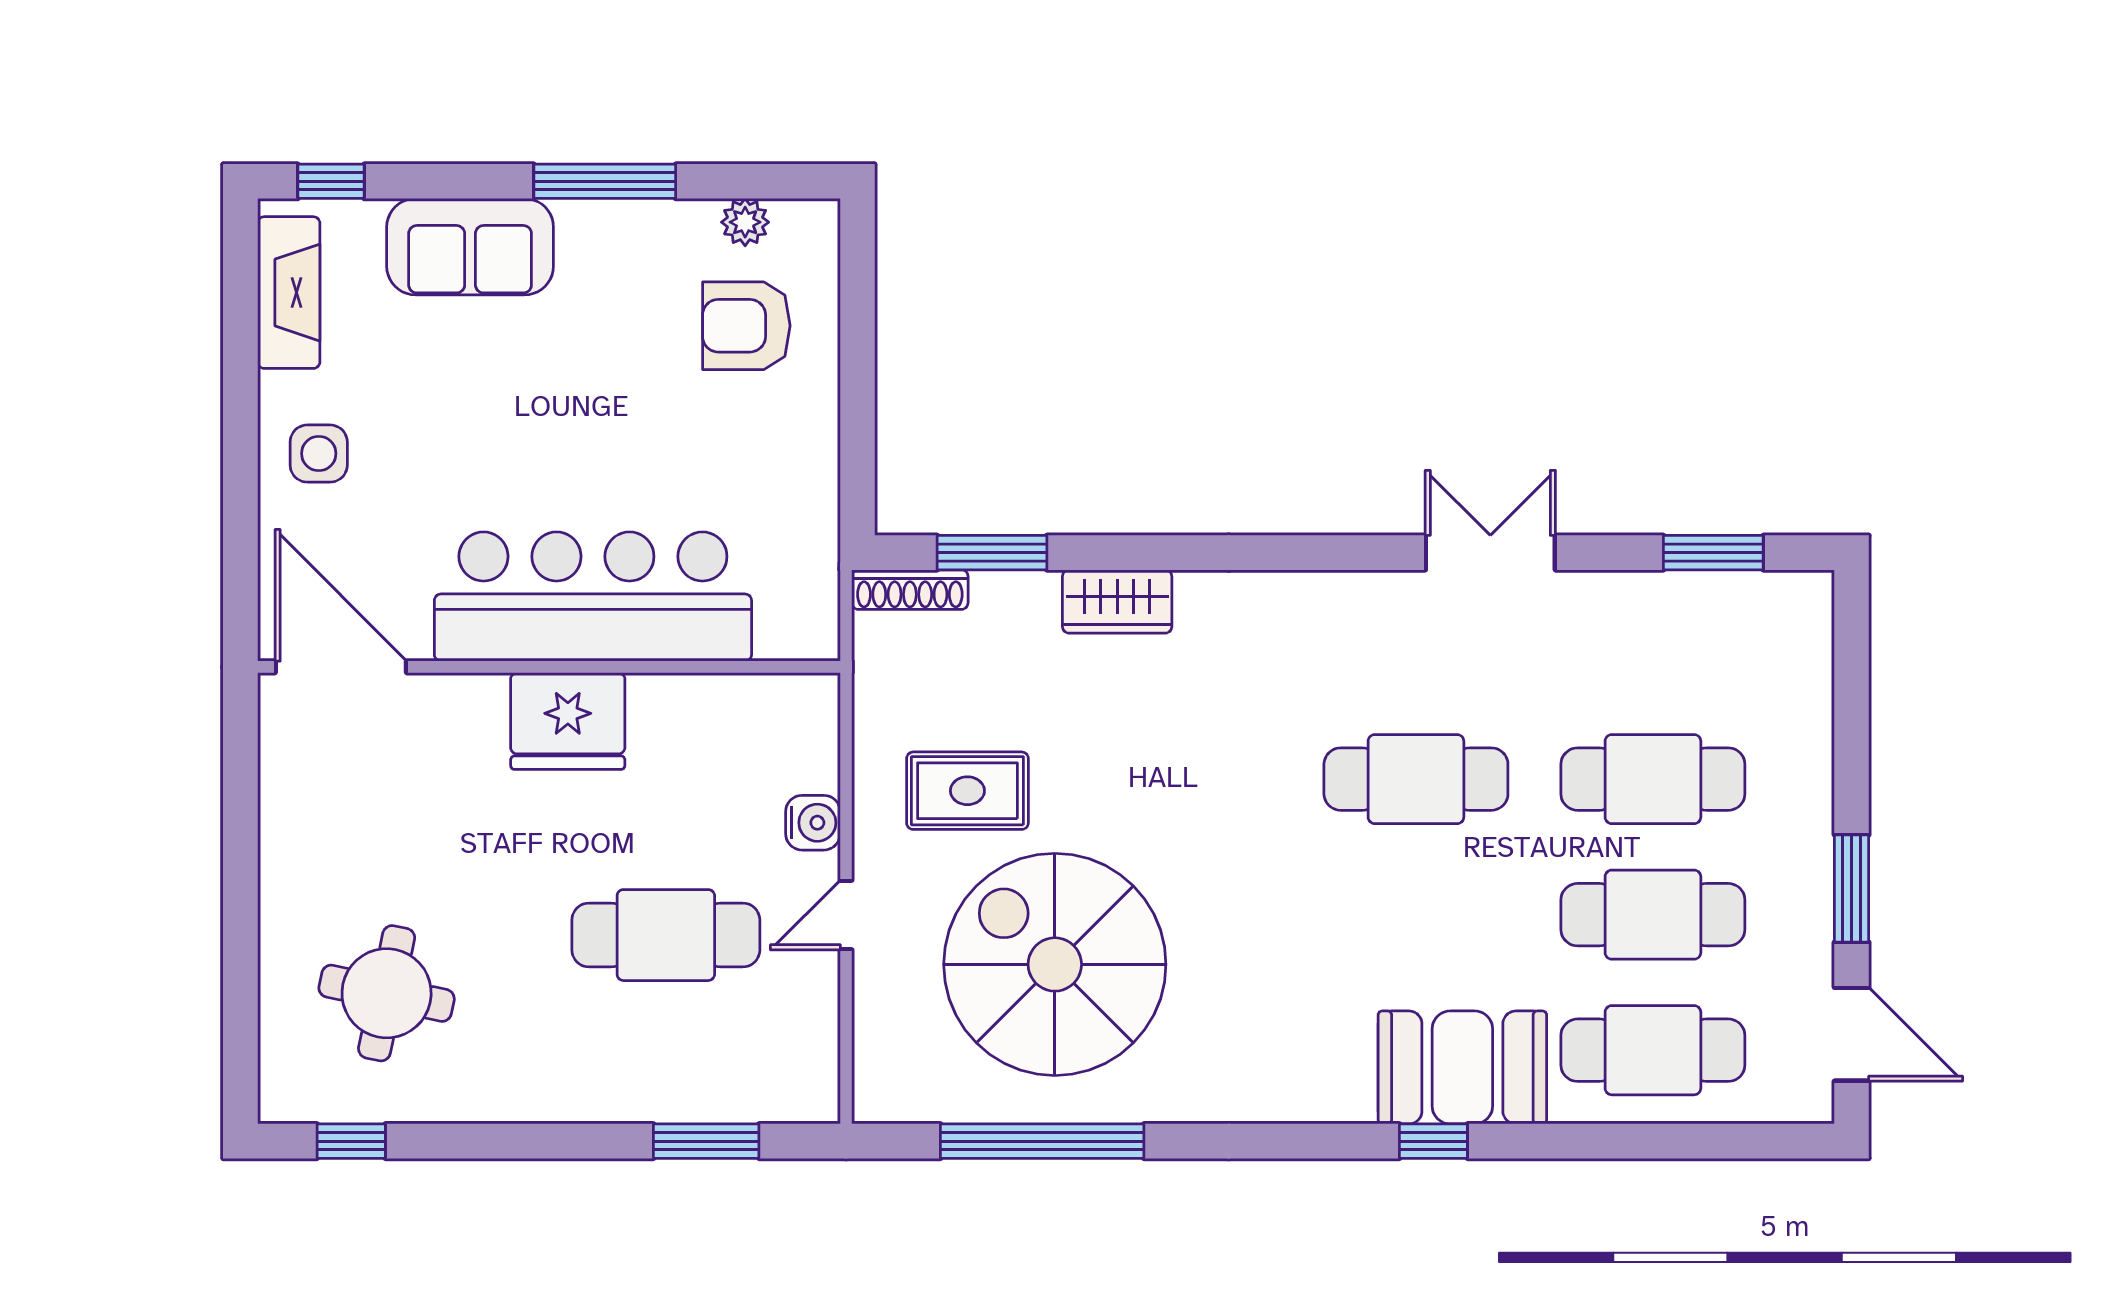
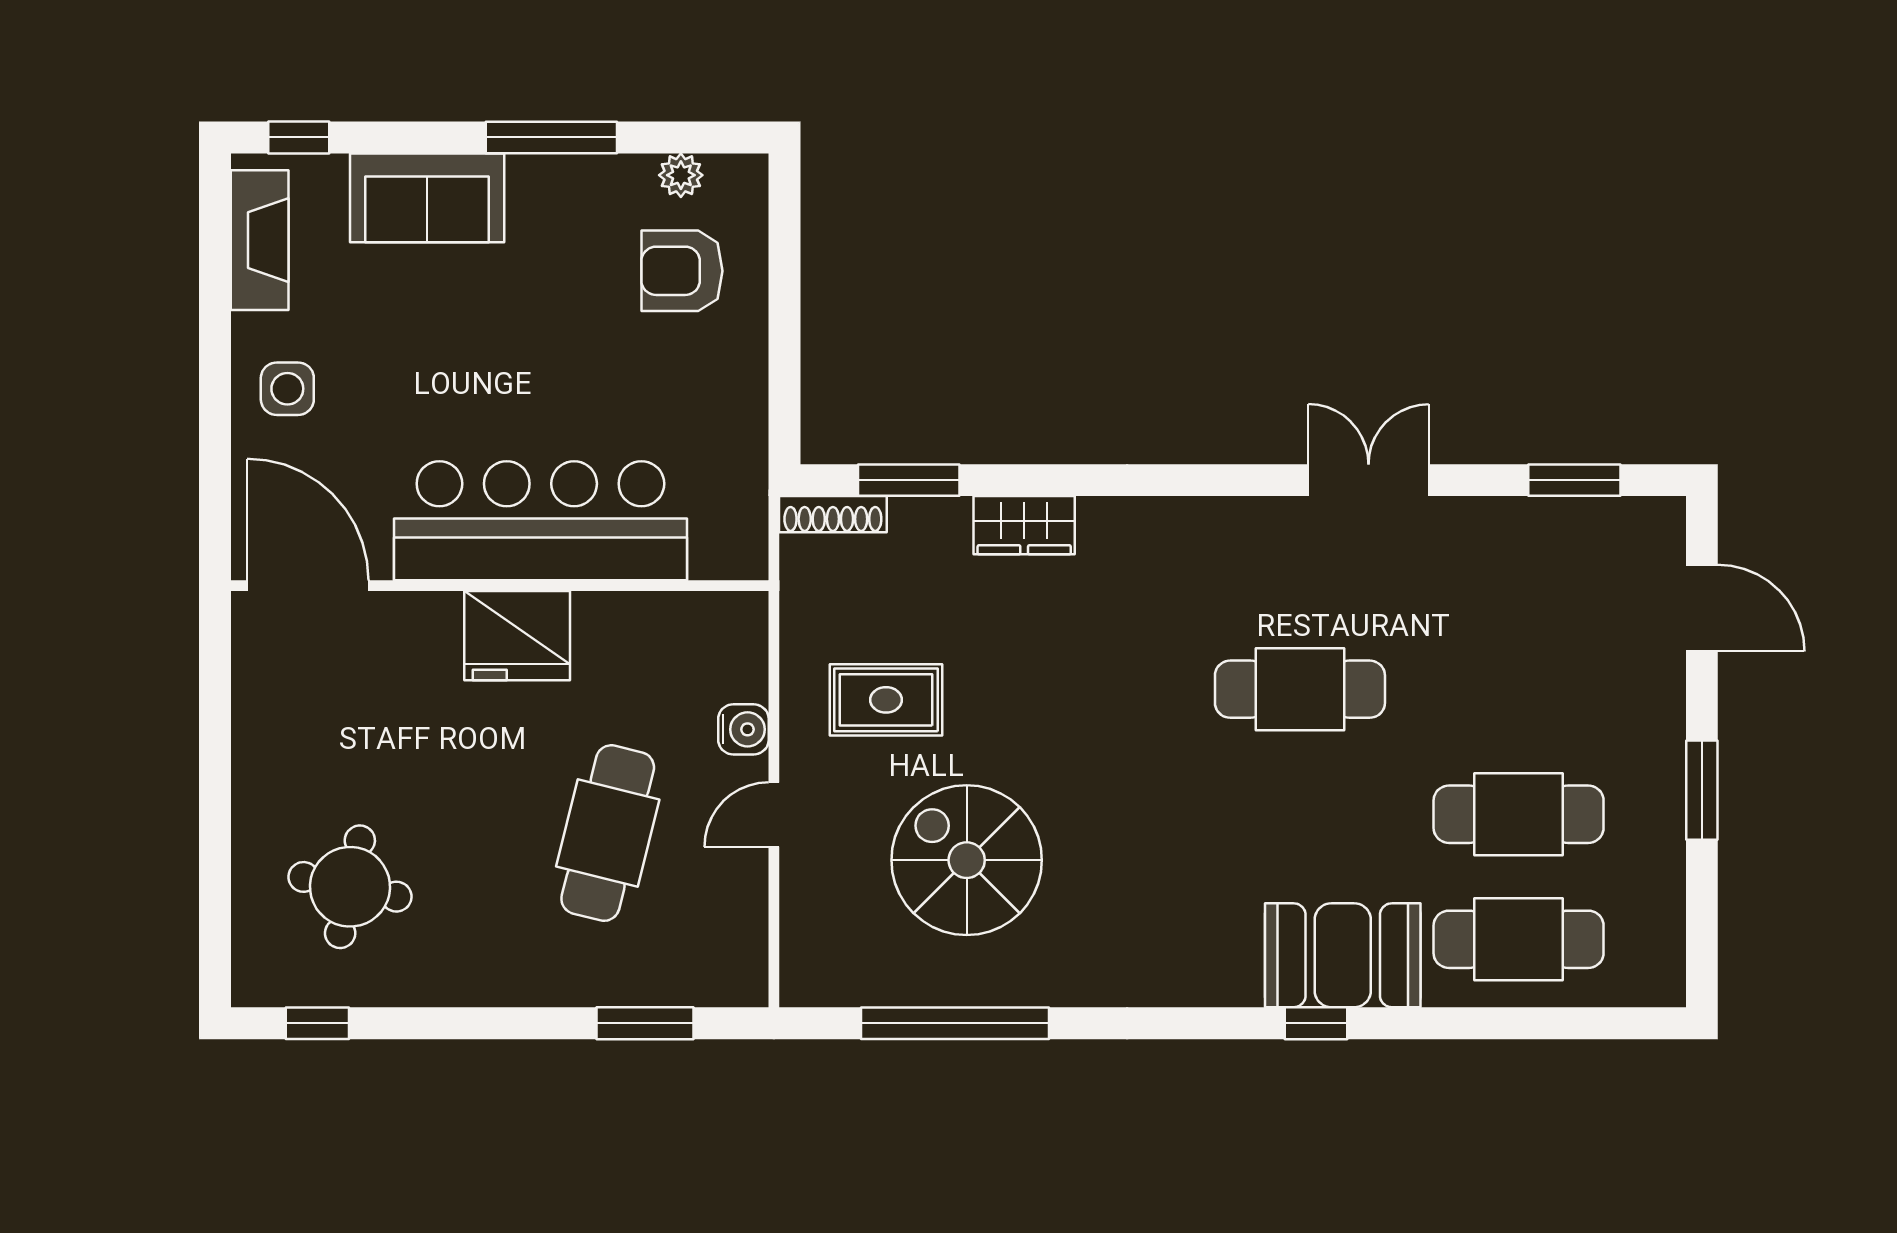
cafe table: (1653, 779) -> (1519, 689), removed
cafe table: (666, 935) -> (608, 833), turned -76
spiral stairs: (1055, 964) -> (967, 860), width x0.73, depth x0.73
door: (1852, 1034) -> (1702, 608), moved

